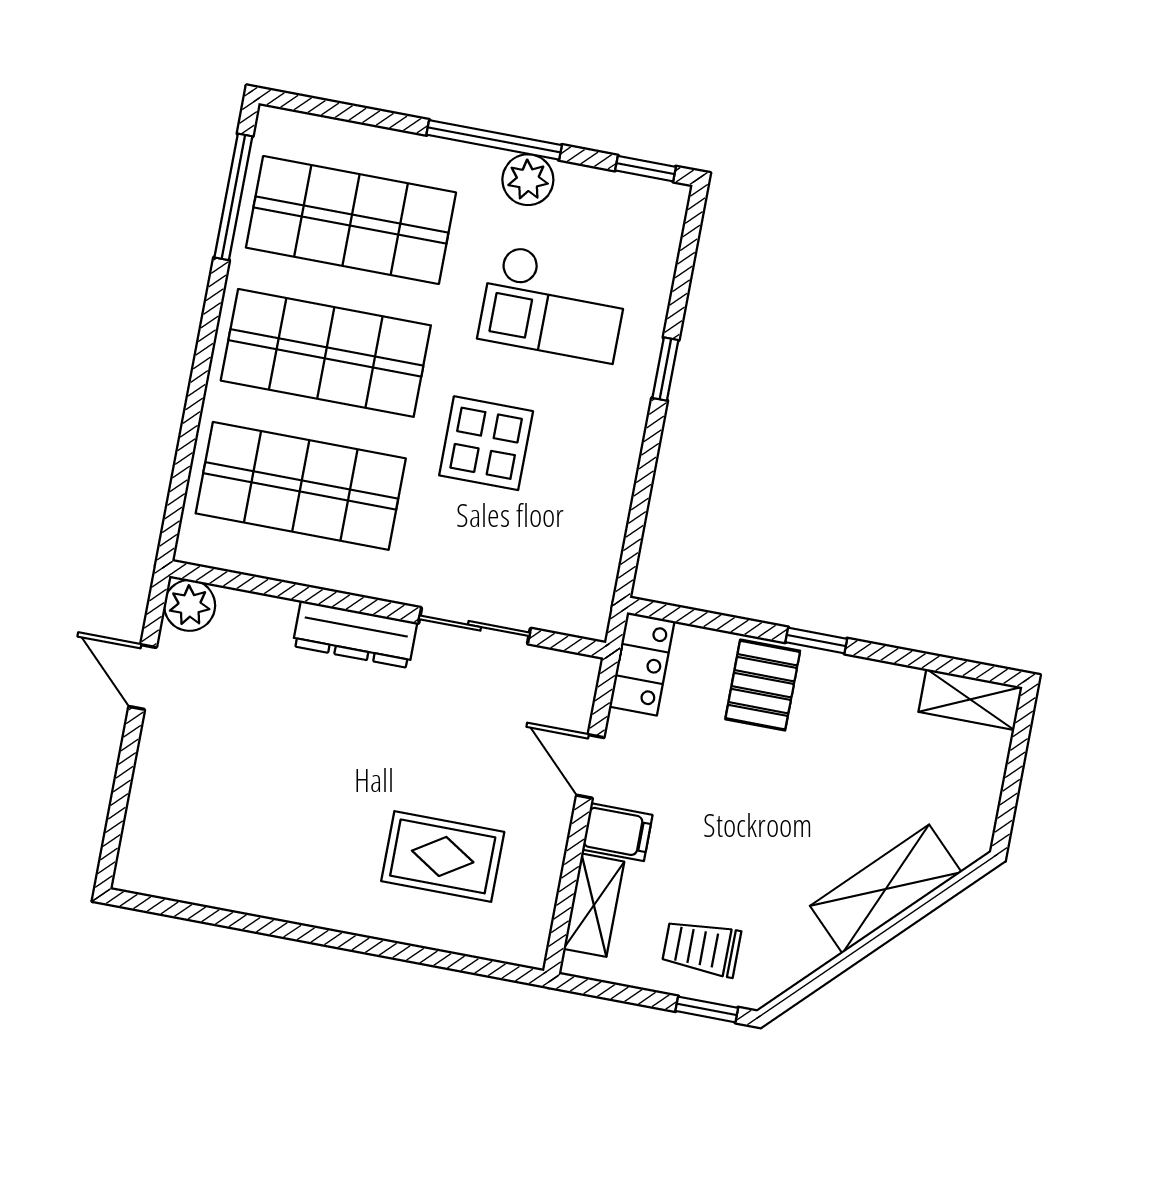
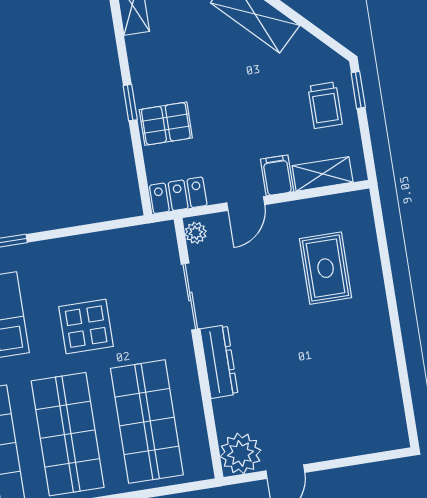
plant: (190, 605) -> (241, 453), width x1.36, depth x1.36
plant: (573, 670) -> (196, 233), added

